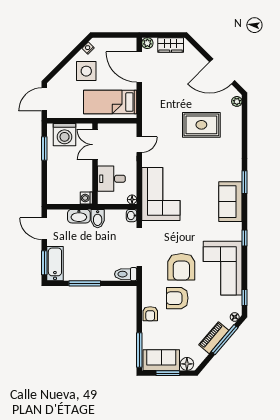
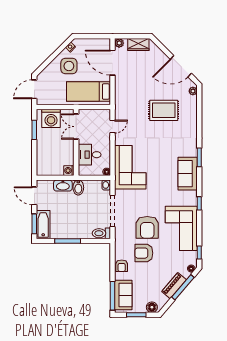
sofa: (161, 360) -> (123, 295), moved, turned 90

